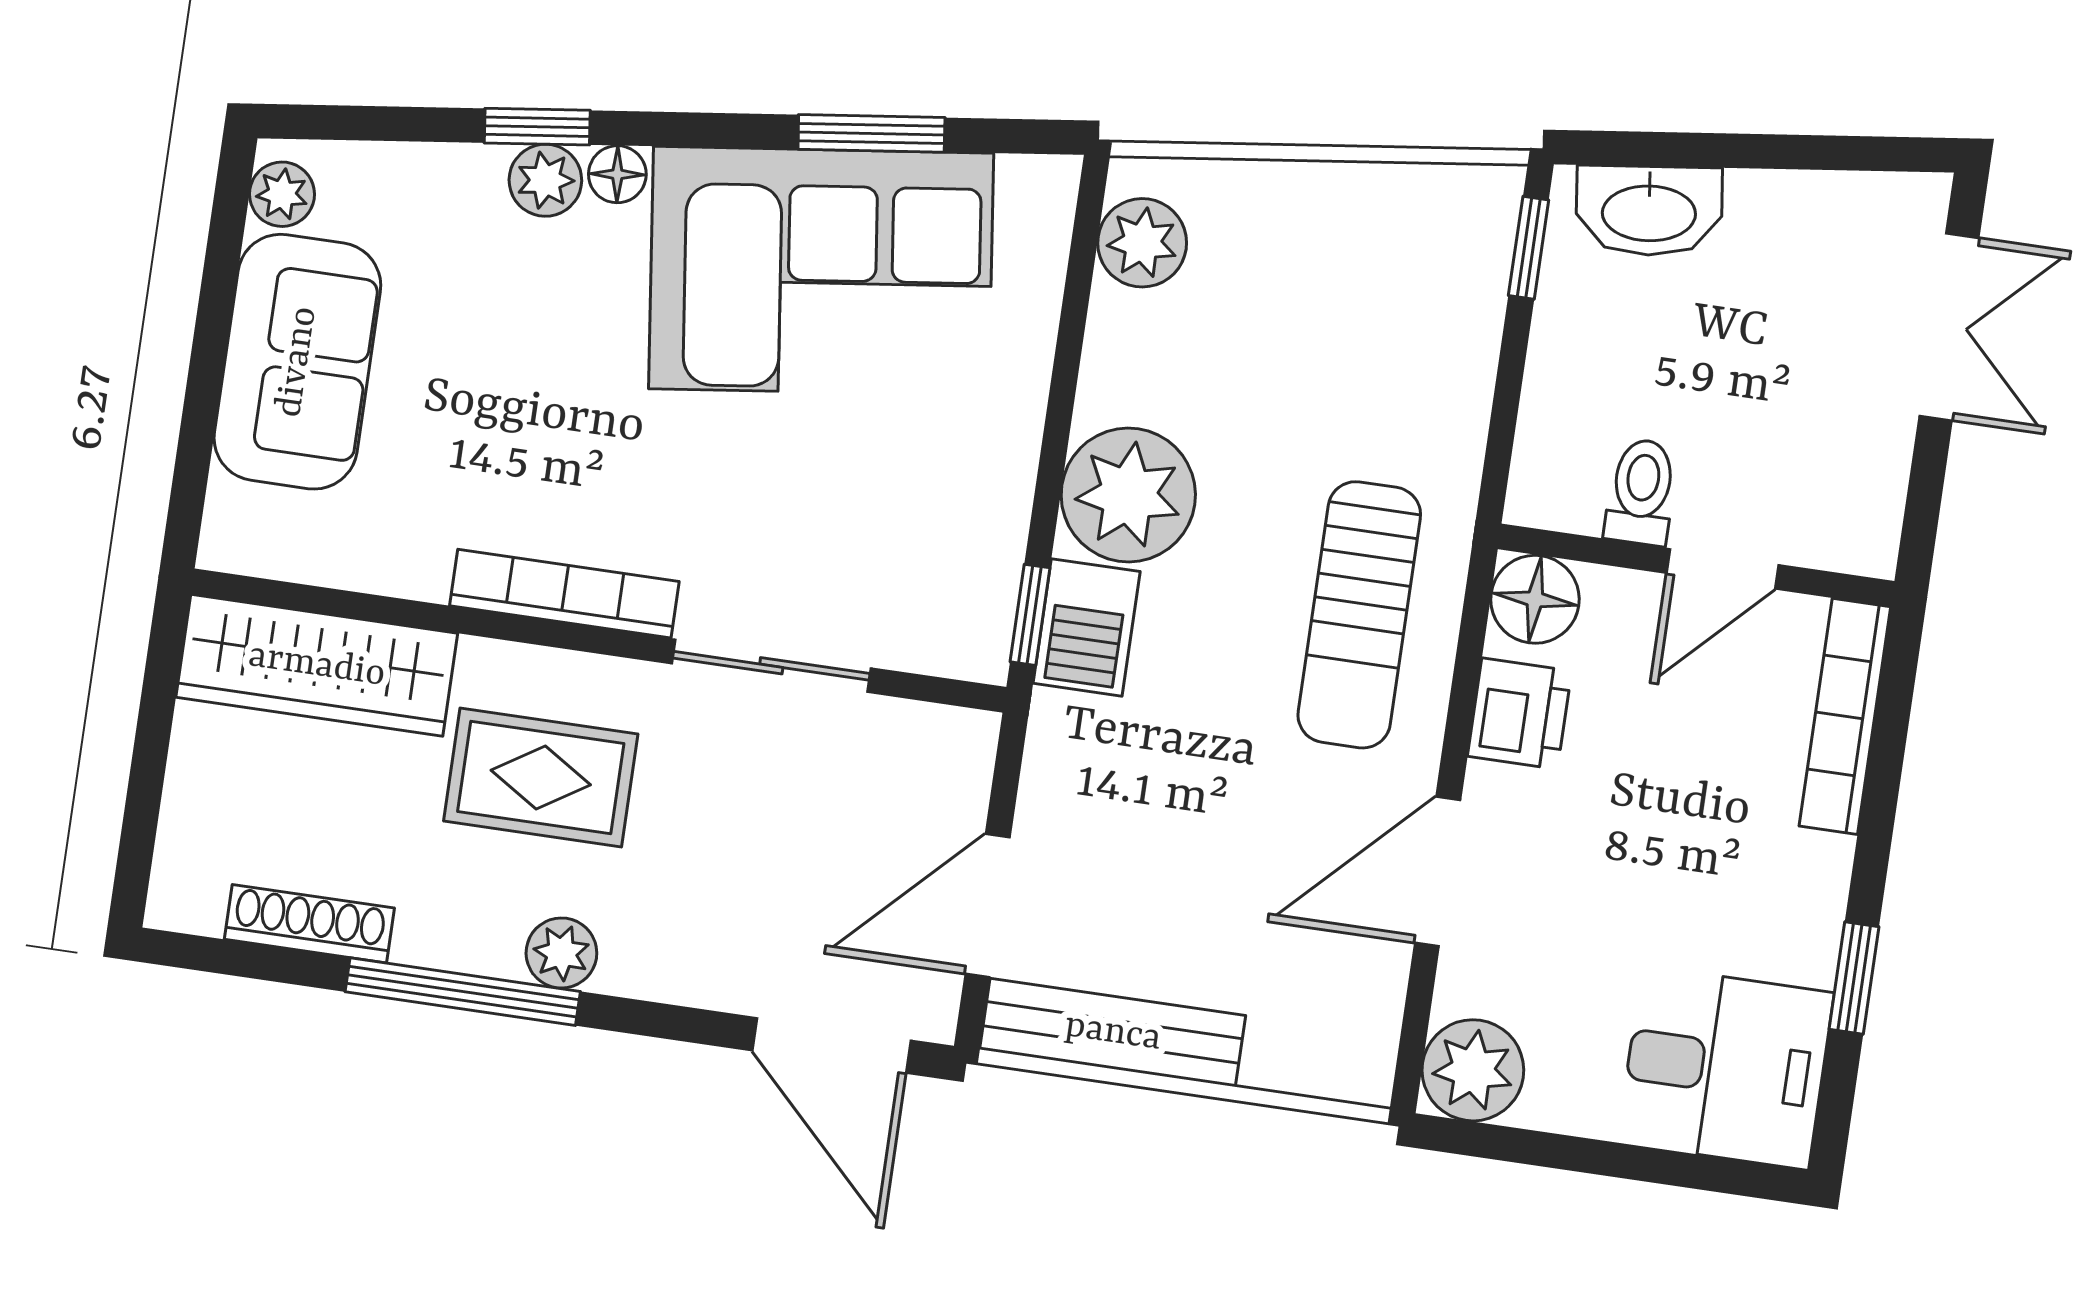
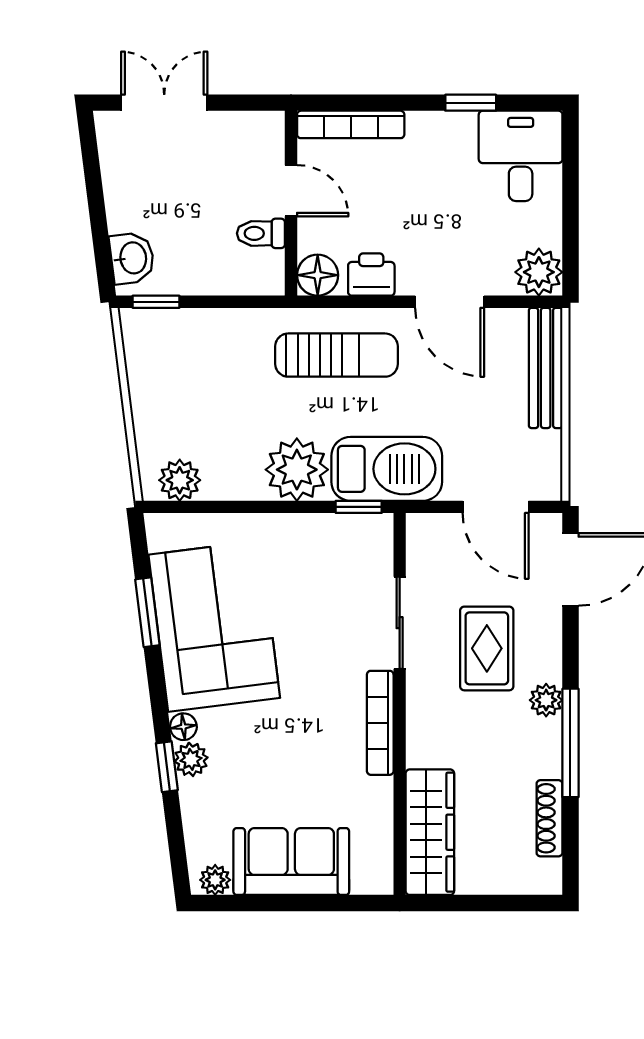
washbasin: (1649, 211) -> (132, 258), width x0.72
barbecue: (1087, 627) -> (387, 469), width x1.88, depth x1.53
rug: (541, 777) -> (487, 648), moved
bench: (1113, 1032) -> (546, 368), moved

